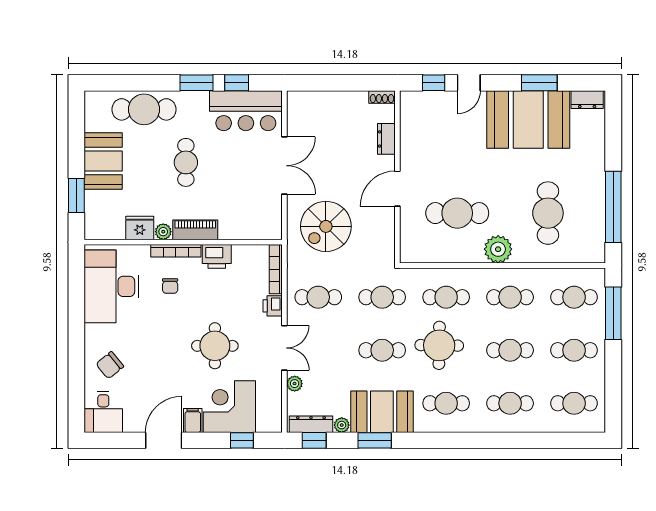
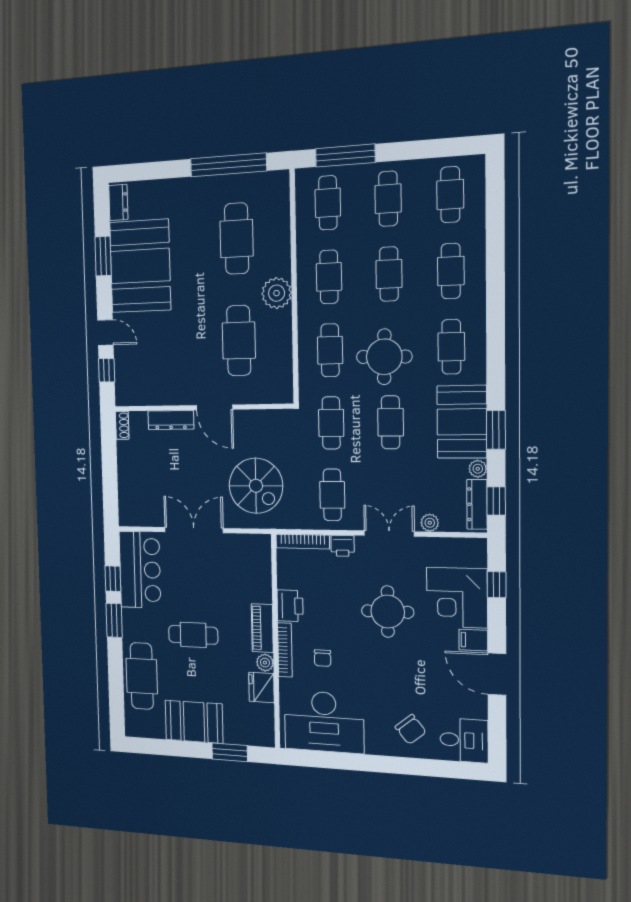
dresser: (386, 139) -> (171, 420), width x1.44
cafe table: (548, 213) -> (237, 239), turned 90
chair: (170, 286) -> (323, 658), turned 90

